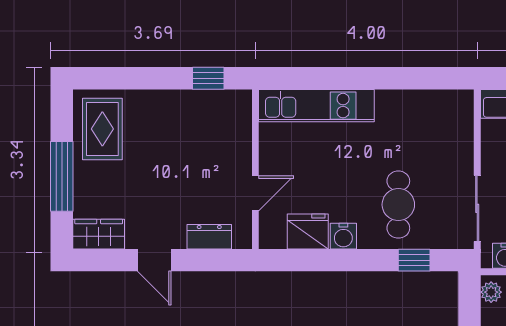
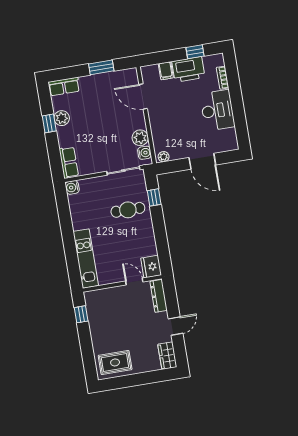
window: (62, 176) -> (142, 379), removed
fridge: (308, 231) -> (151, 267), moved
water cooler: (343, 236) -> (72, 187), moved, turned 180
dresser: (209, 237) -> (159, 296), width x1.44

